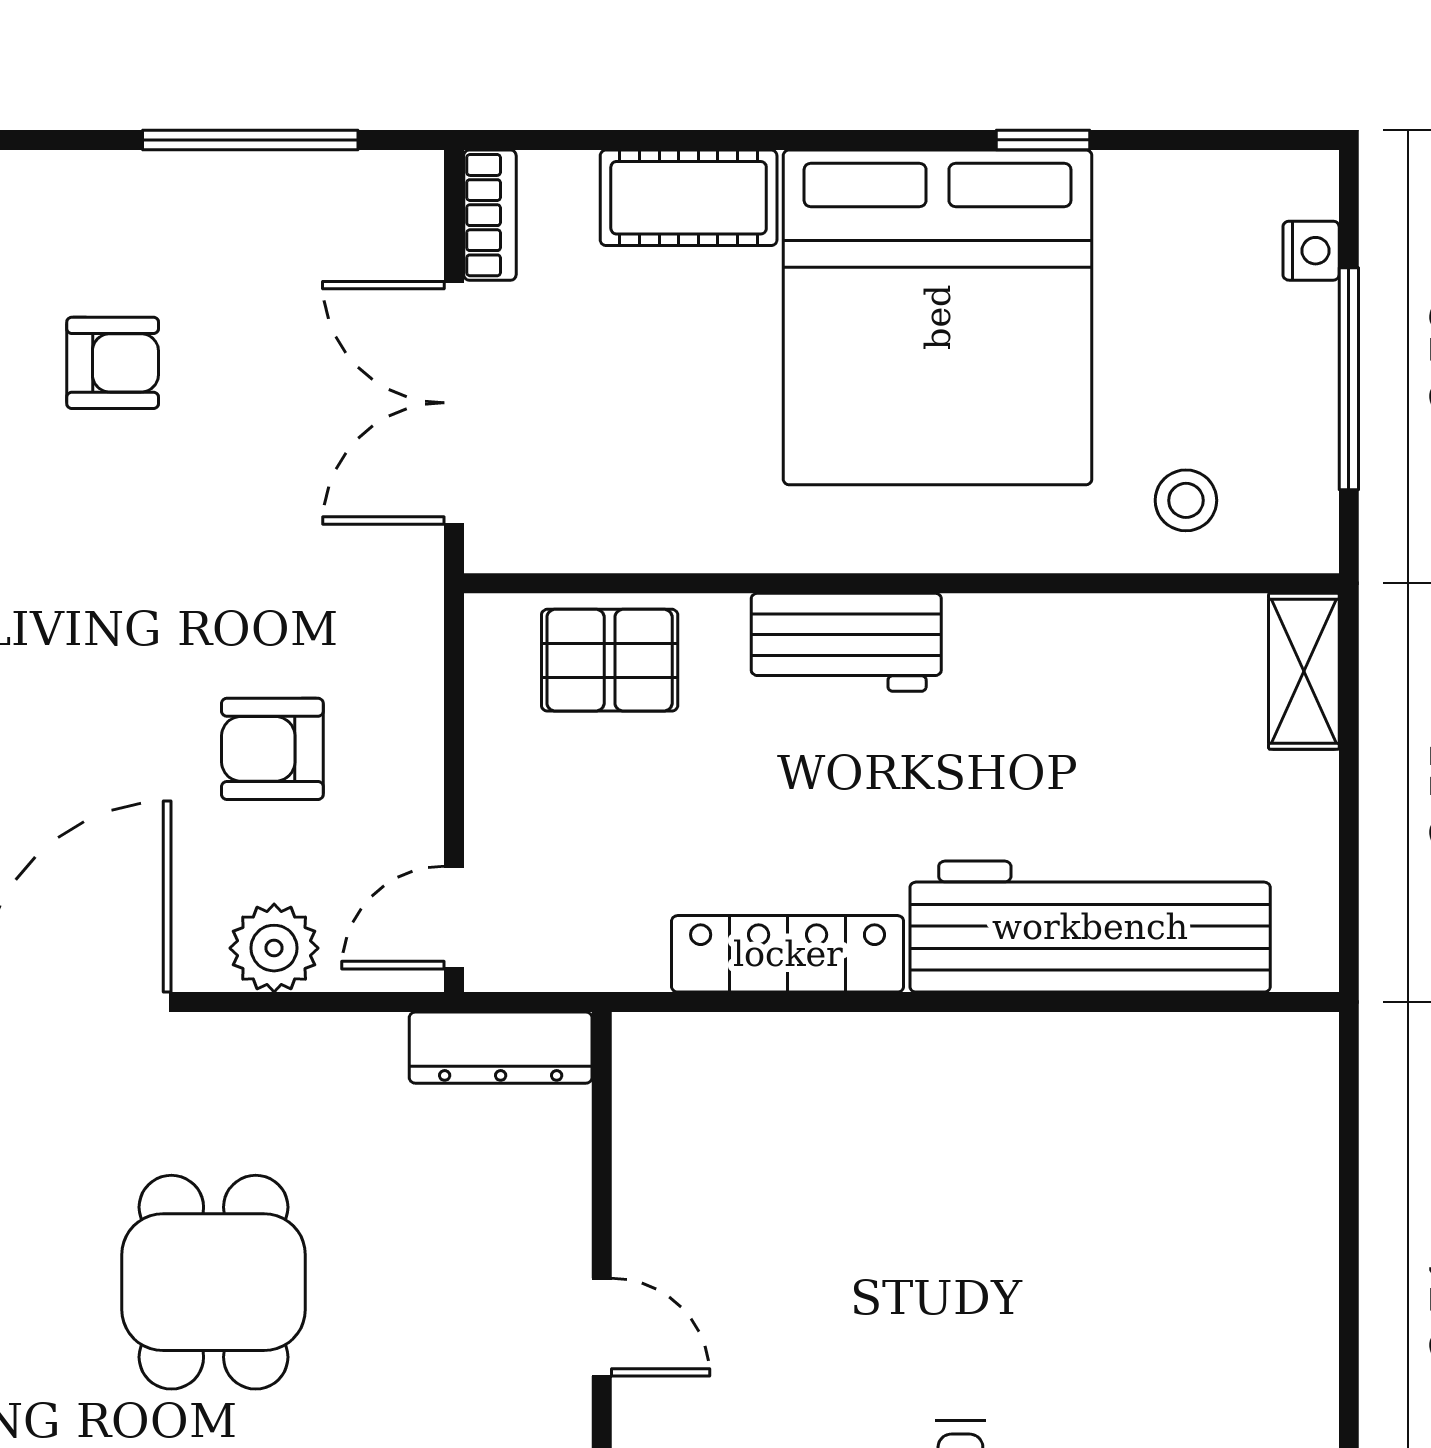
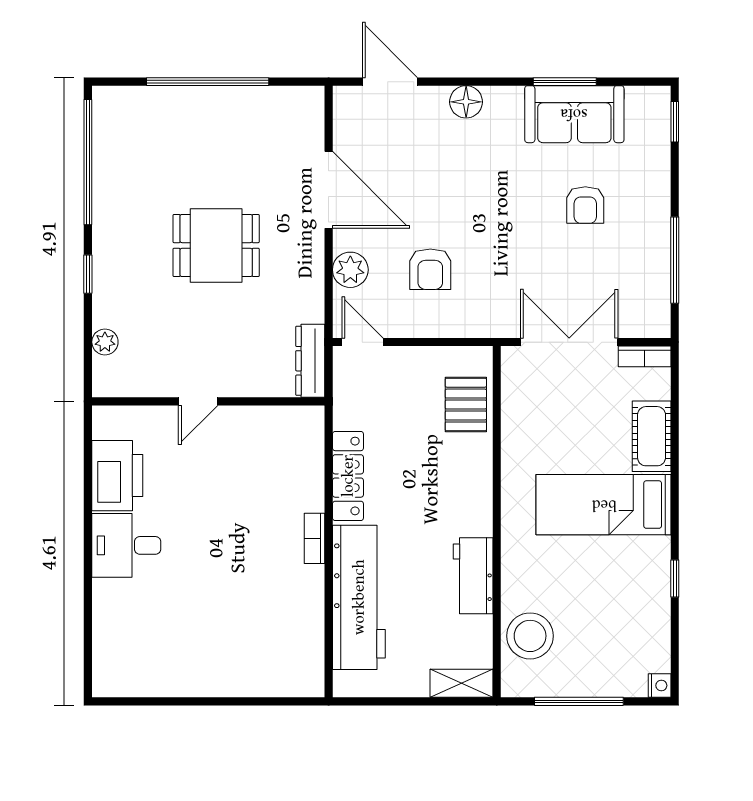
nightstand: (1311, 251) -> (660, 685), moved, turned -90
bed: (938, 317) -> (604, 505), width x0.49
stool: (1186, 500) -> (530, 636), width x1.89, depth x1.89
workbench: (846, 642) -> (473, 576), moved
armchair: (272, 749) -> (430, 269), turned 180
bookcase: (943, 1037) -> (315, 538), added

